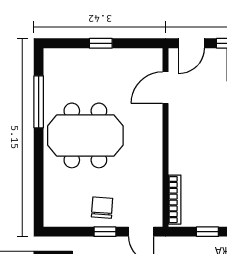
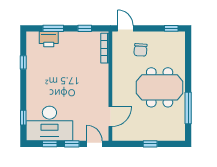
door: (192, 43) -> (94, 144), hinge flipped
chair: (102, 208) -> (141, 50), moved
window: (105, 232) -> (171, 28), moved

